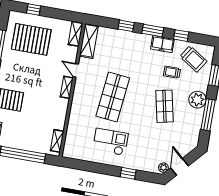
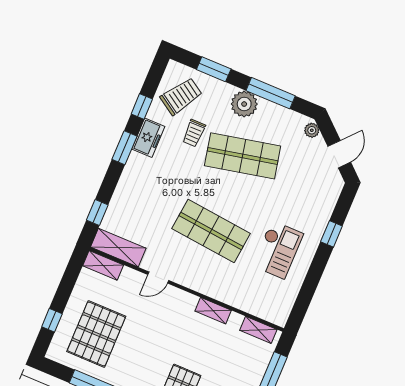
window: (126, 26) -> (97, 213), moved
shelving: (67, 87) -> (213, 311), moved
shop shelf: (165, 106) -> (243, 156), width x1.43, depth x1.36
checkout: (110, 142) -> (278, 250), turned 180
door: (179, 167) -> (339, 154), swing flipped
plant: (163, 168) -> (312, 130), moved

